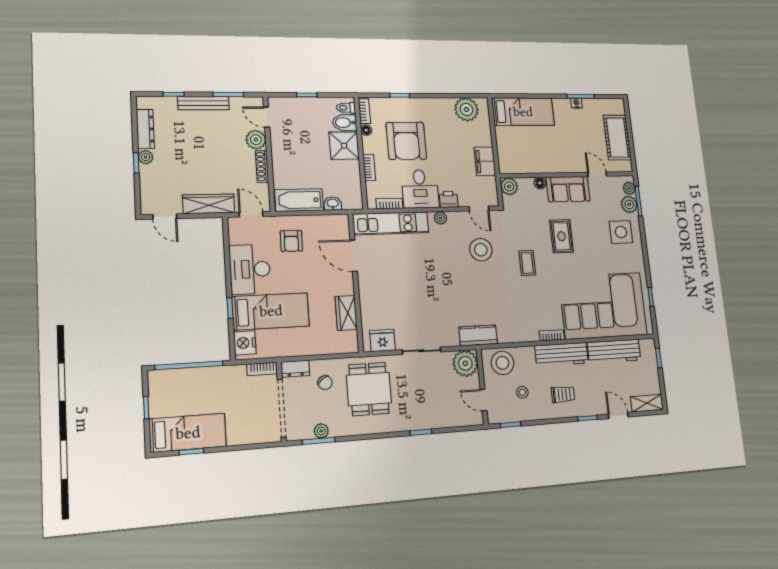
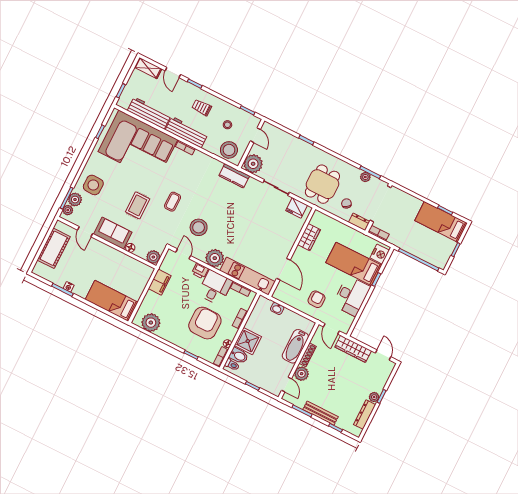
bathtub: (299, 200) -> (295, 346), moved, turned 90
plant: (441, 218) -> (215, 258), width x1.87, depth x1.87

